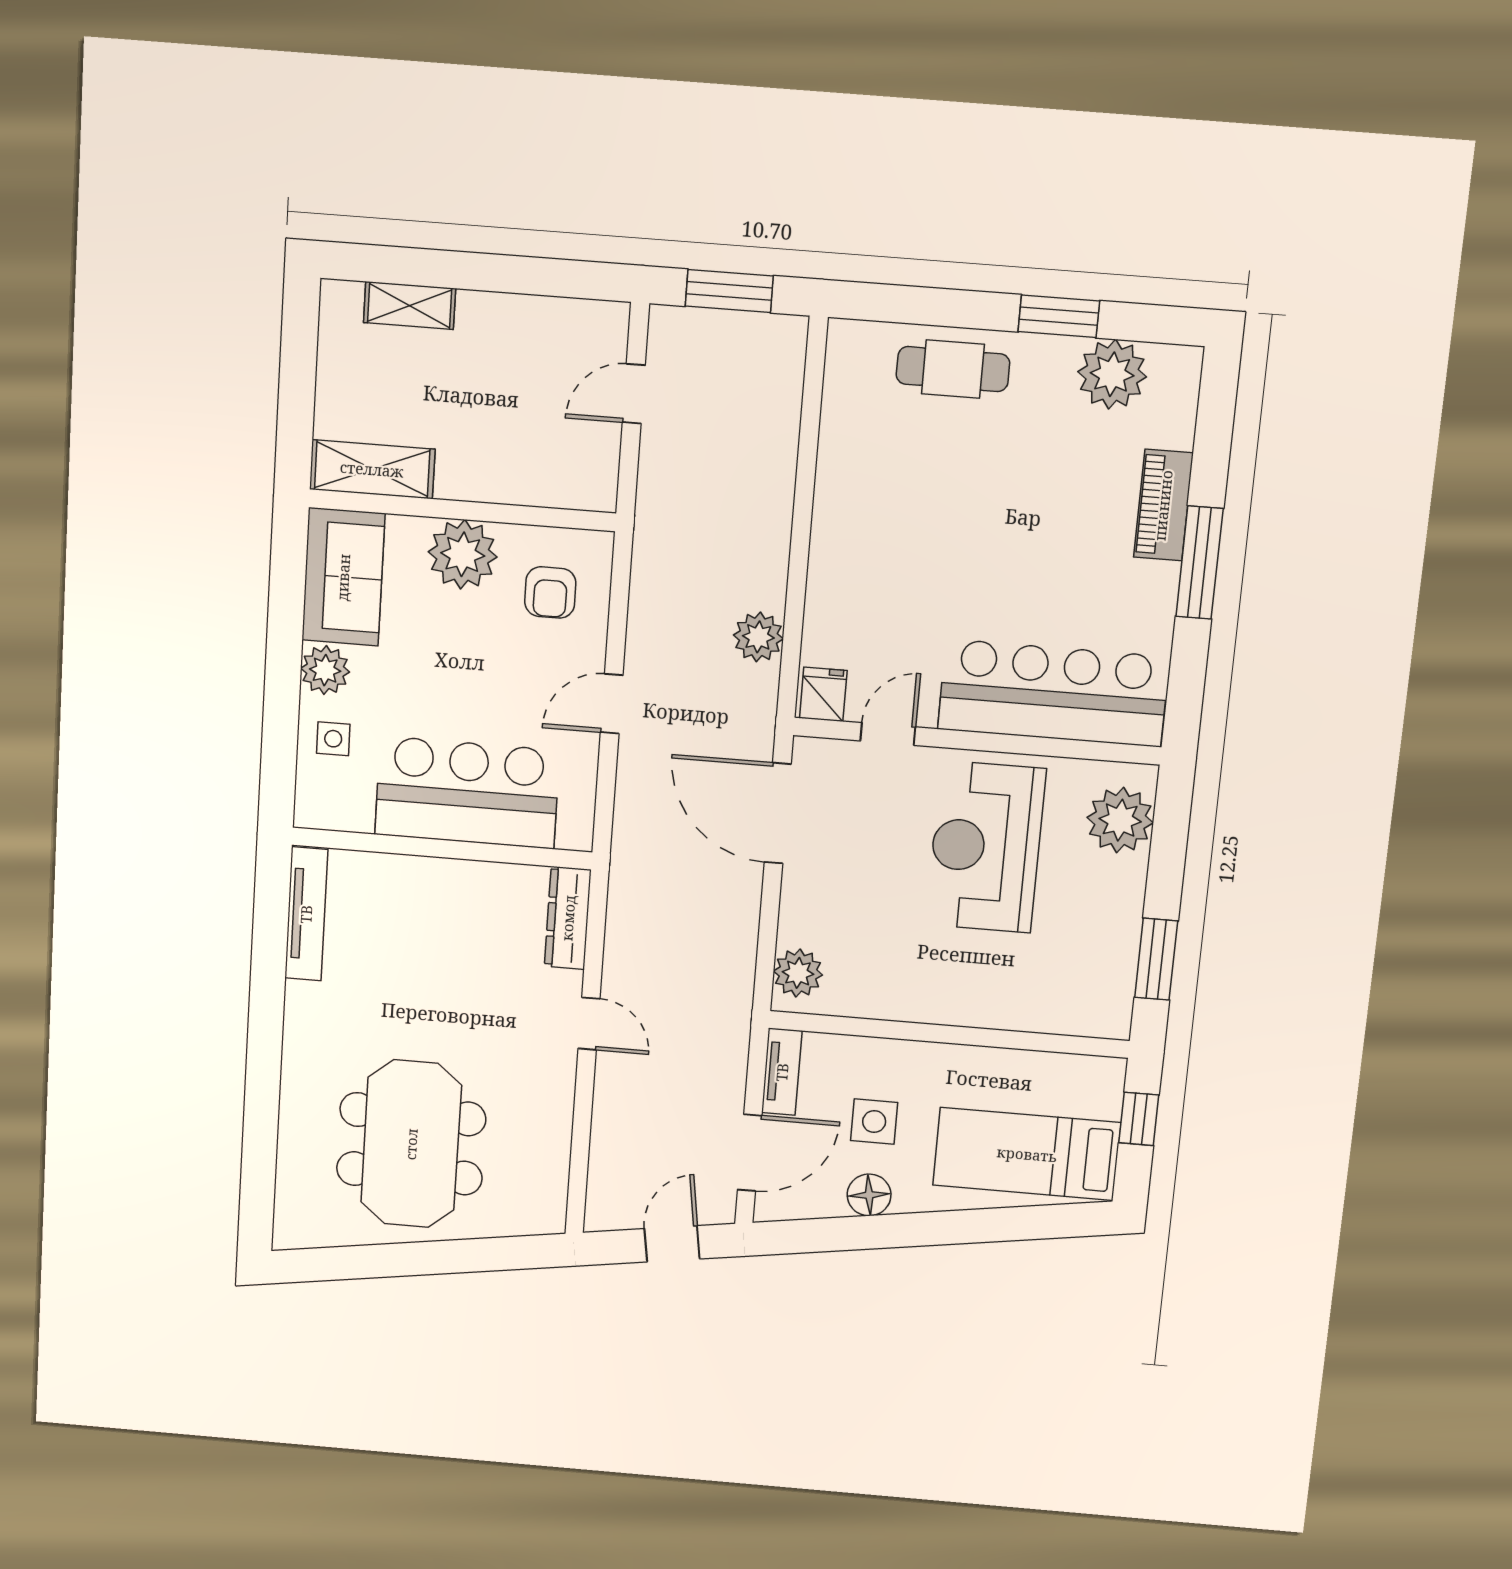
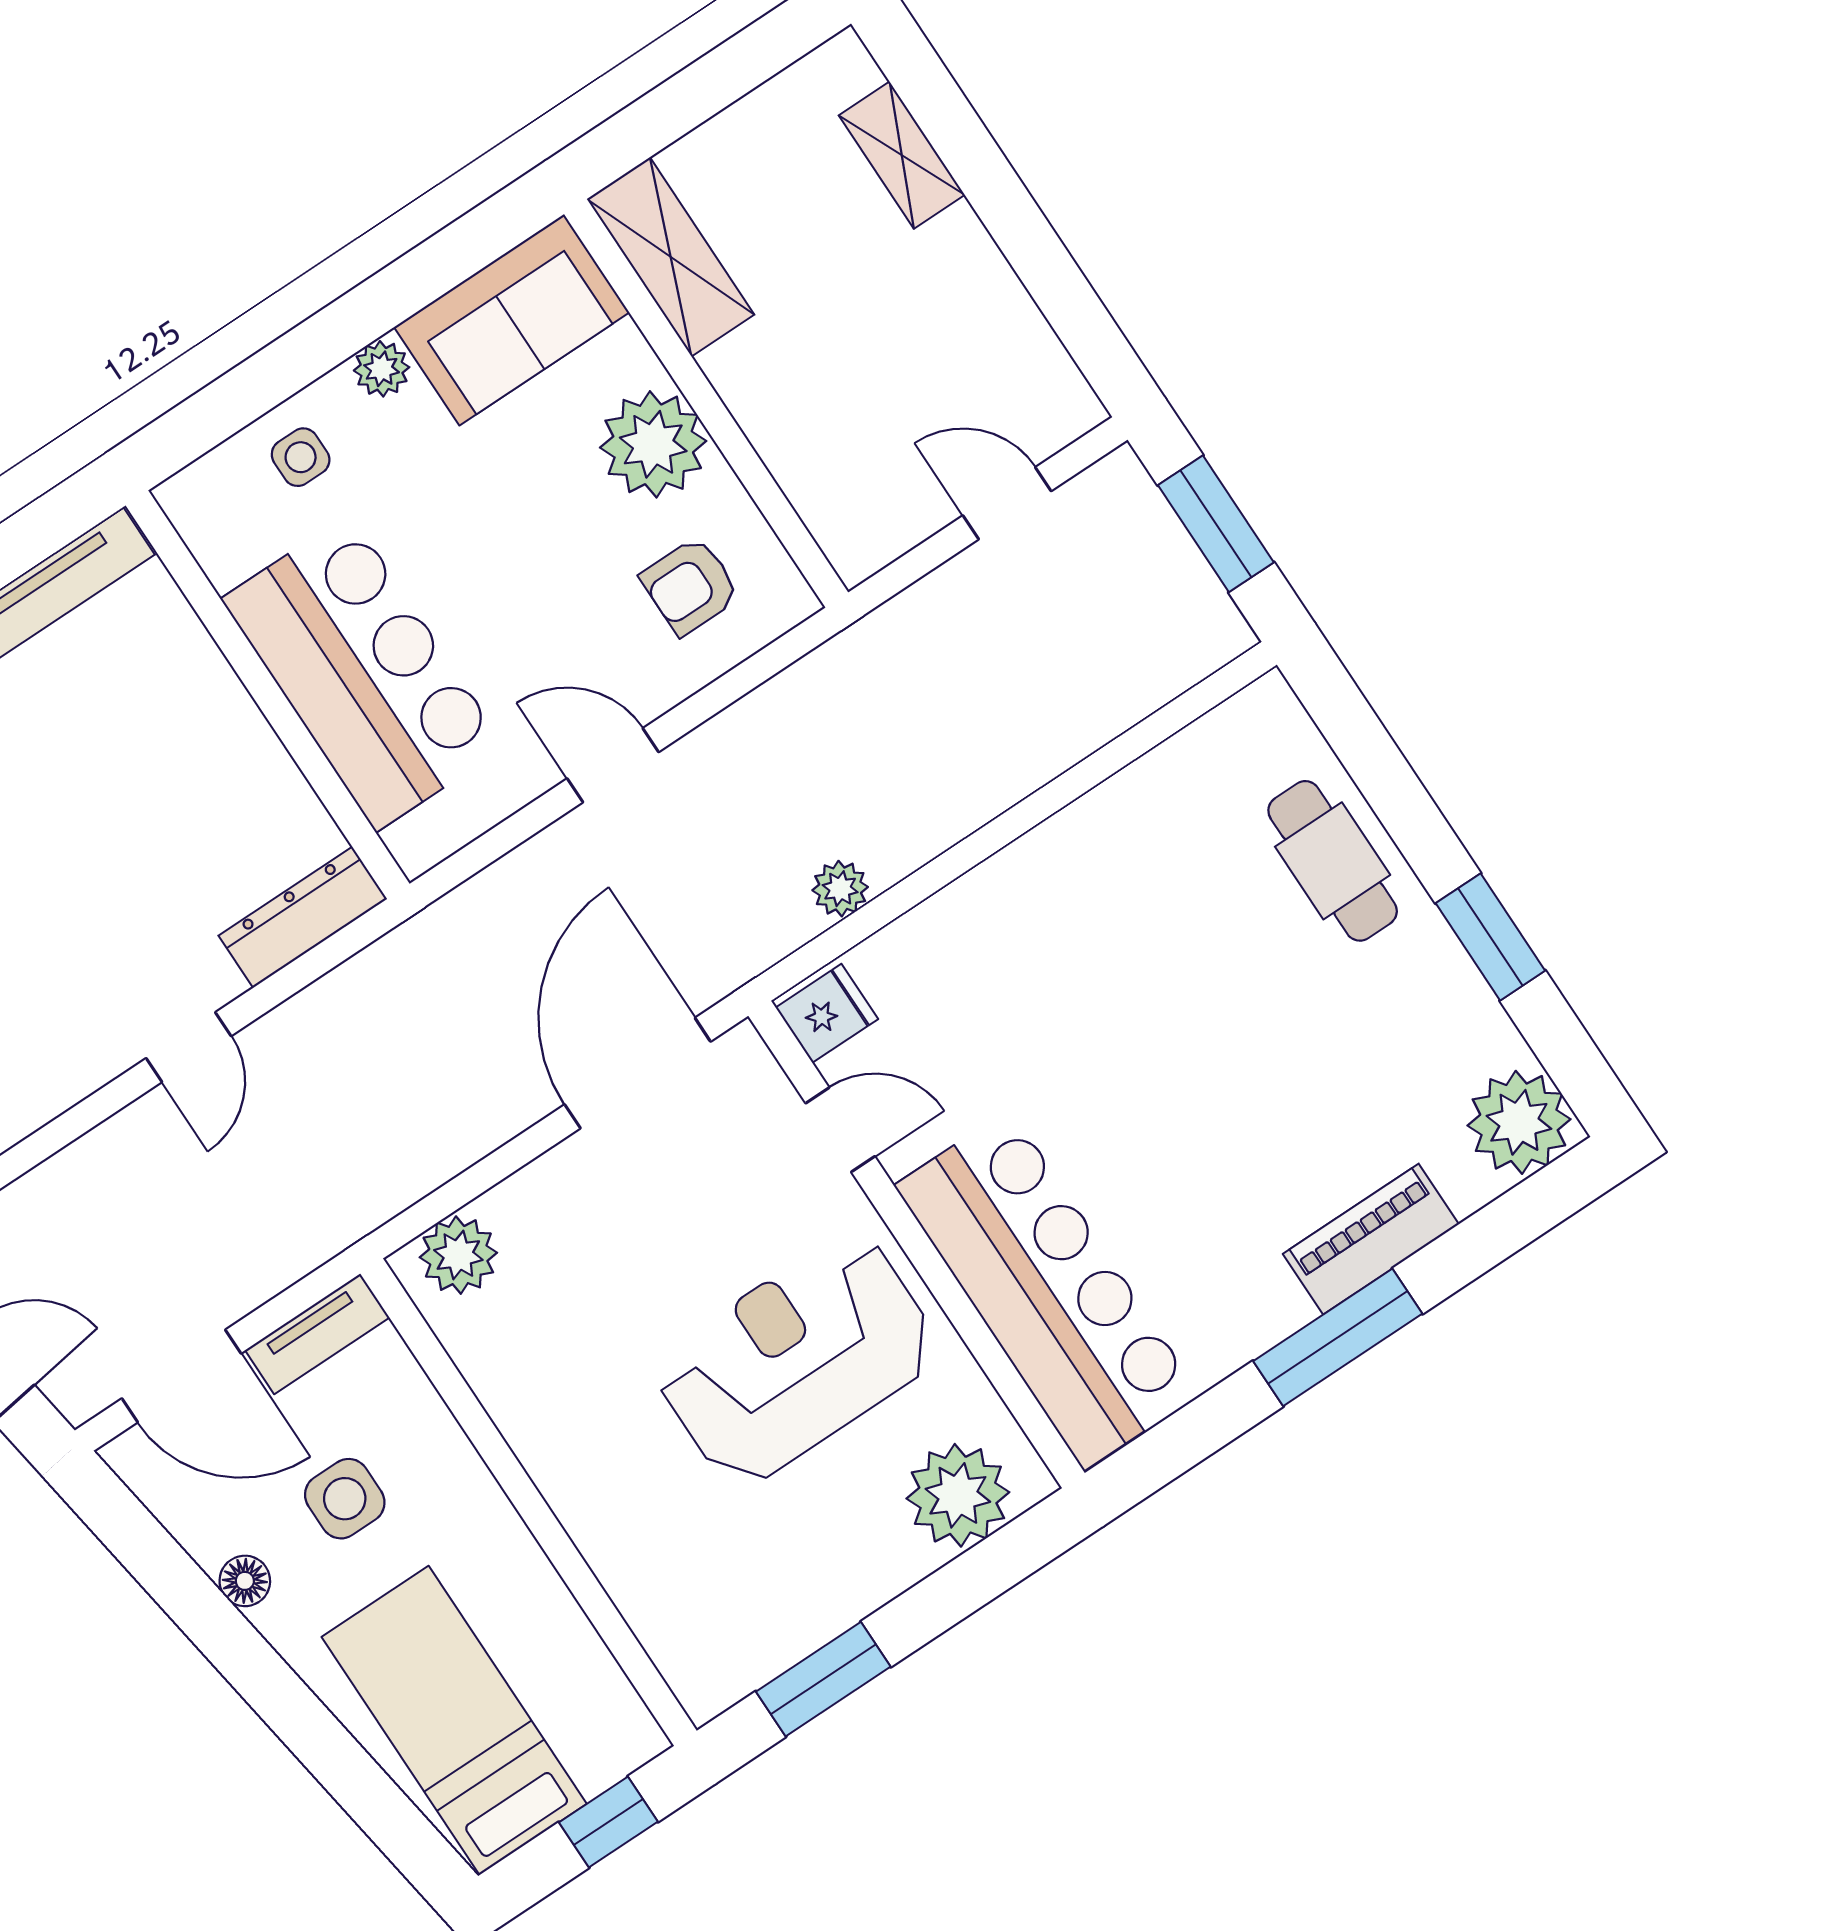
plant: (1112, 374) -> (1519, 1122), moved
plant: (758, 637) -> (840, 889), width x0.73, depth x0.73
plant: (325, 670) -> (382, 369), width x0.73, depth x0.73
floor lamp: (869, 1195) -> (245, 1581), width x0.73, depth x0.73

